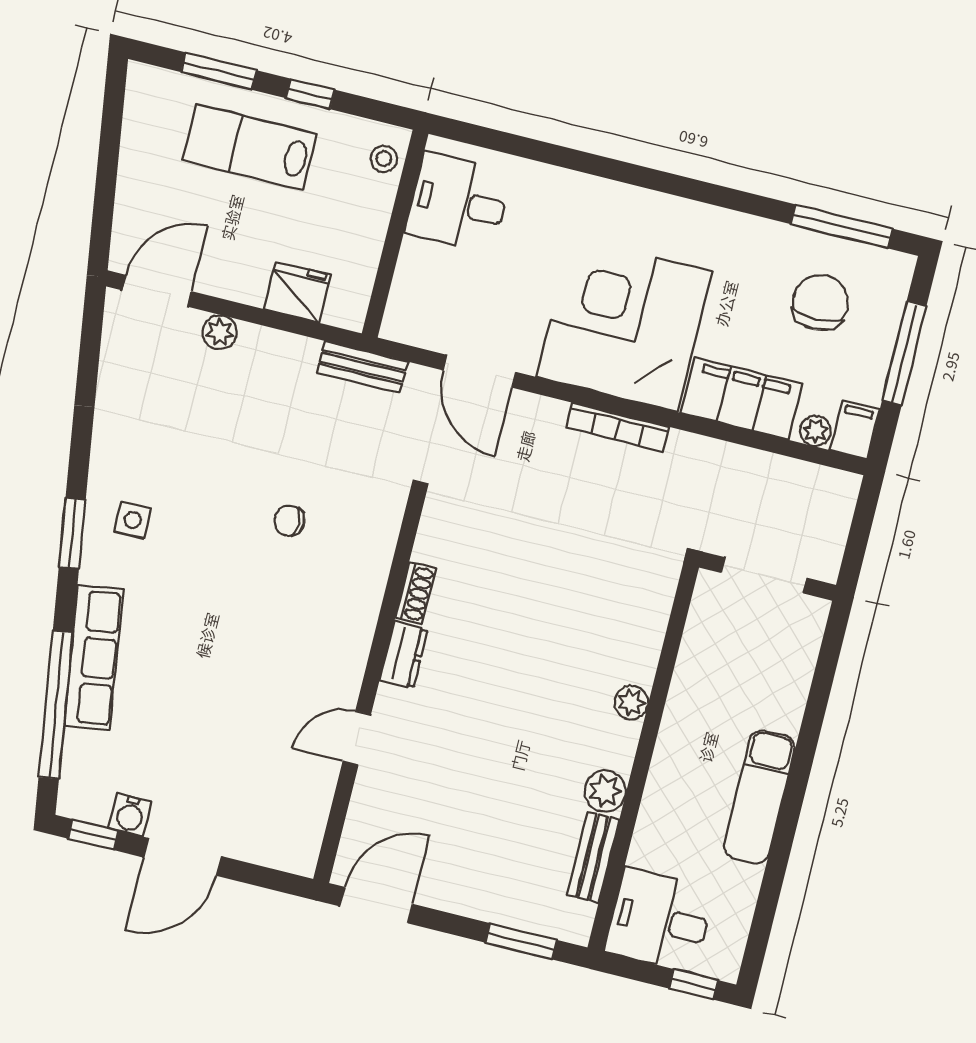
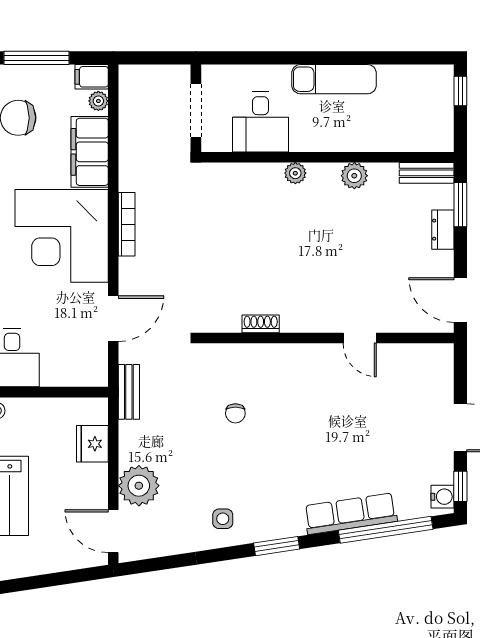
plant: (220, 332) -> (139, 486), width x1.87, depth x1.87
side table: (133, 520) -> (223, 519), moved
dresser: (404, 655) -> (443, 230), moved, turned -90
water cooler: (130, 815) -> (442, 497), moved
bench: (593, 857) -> (427, 173), moved
desk: (660, 920) -> (260, 122), moved

